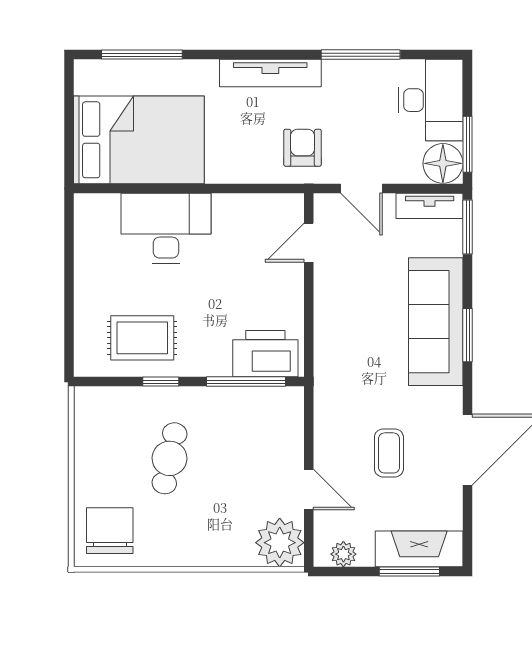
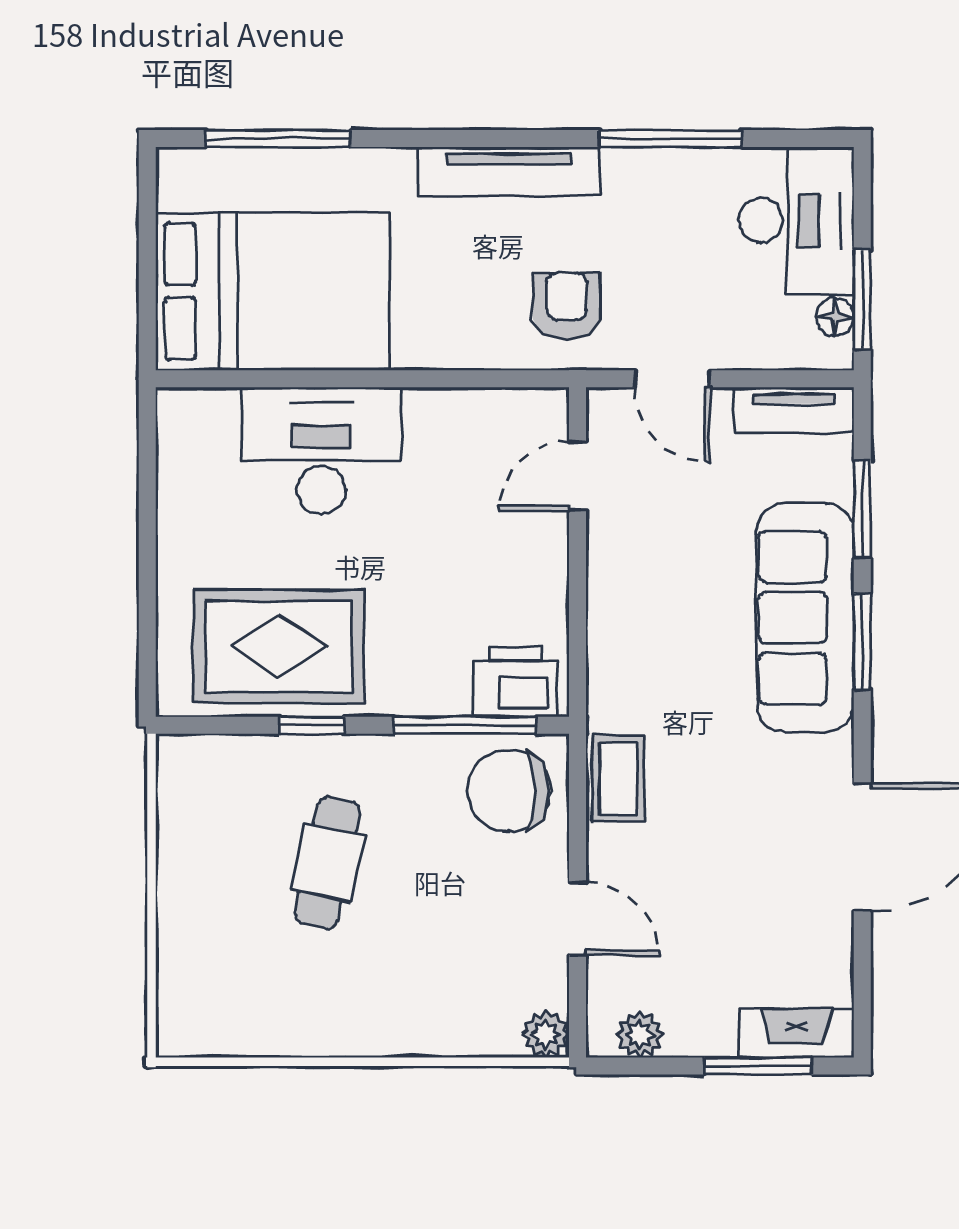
floor lamp: (443, 163) -> (835, 317), width x0.53, depth x0.53
window: (468, 227) -> (862, 509), moved
rug: (142, 338) -> (279, 647), width x1.36, depth x1.43
printer: (265, 354) -> (516, 682), width x0.73, depth x0.84
coffee table: (389, 453) -> (618, 778), moved
chair: (110, 531) -> (509, 791), moved, turned -90
plant: (280, 543) -> (546, 1034), width x0.53, depth x0.53
fireplace: (419, 549) -> (797, 1033), width x0.73, depth x0.76

